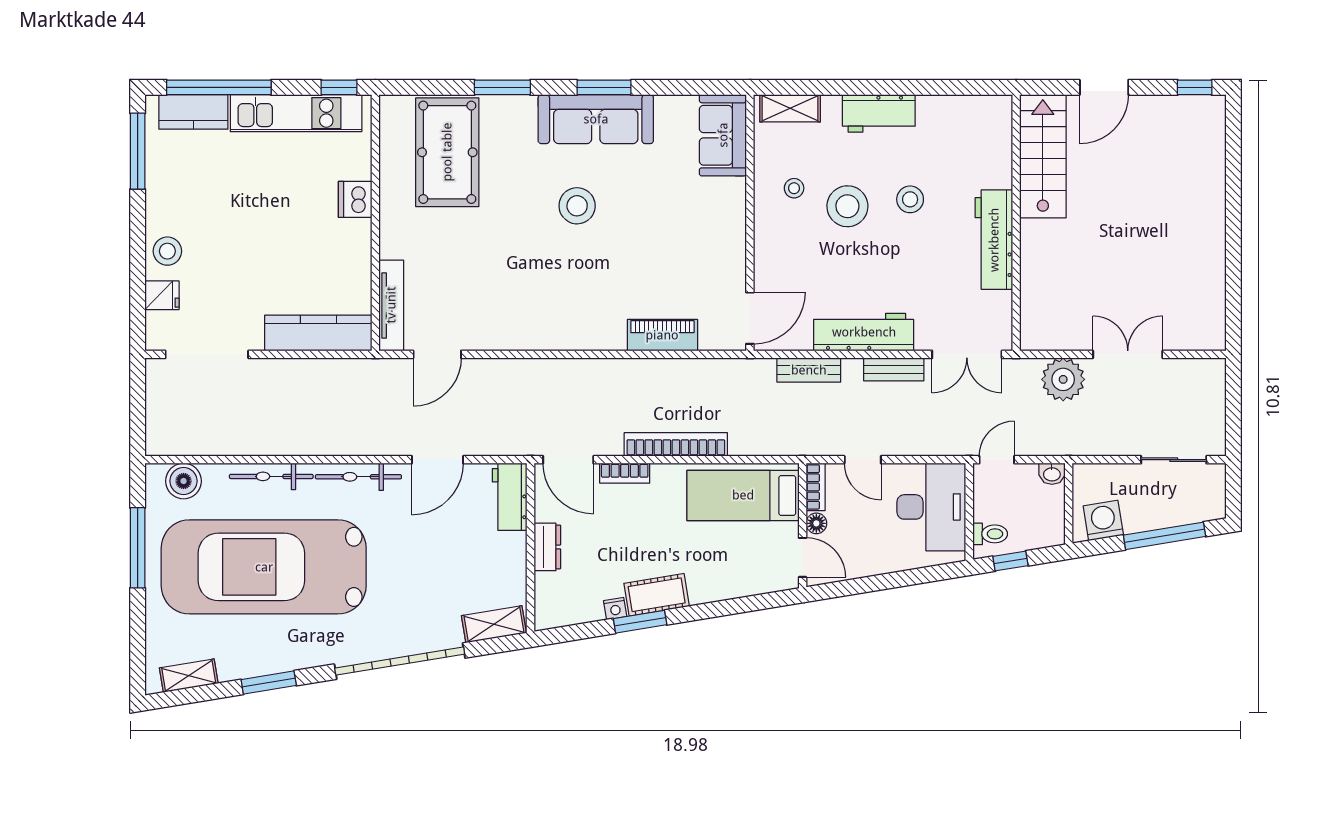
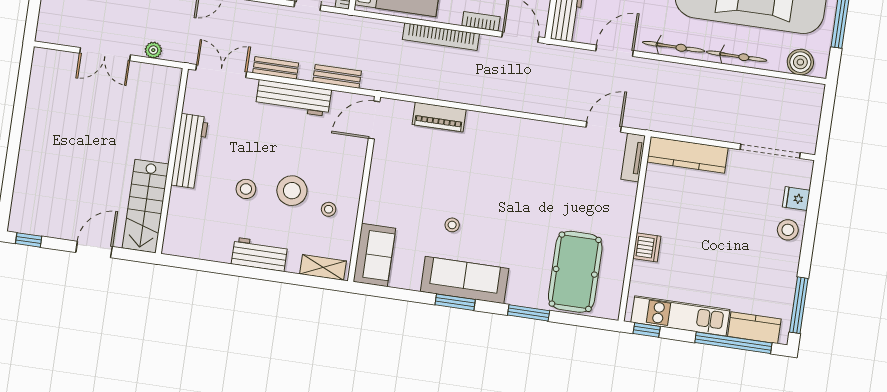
stool: (577, 206) -> (452, 225), moved, width x0.53, depth x0.53
tv unit: (391, 305) -> (633, 157), width x0.71
plant: (1063, 379) -> (153, 50), width x0.53, depth x0.53

